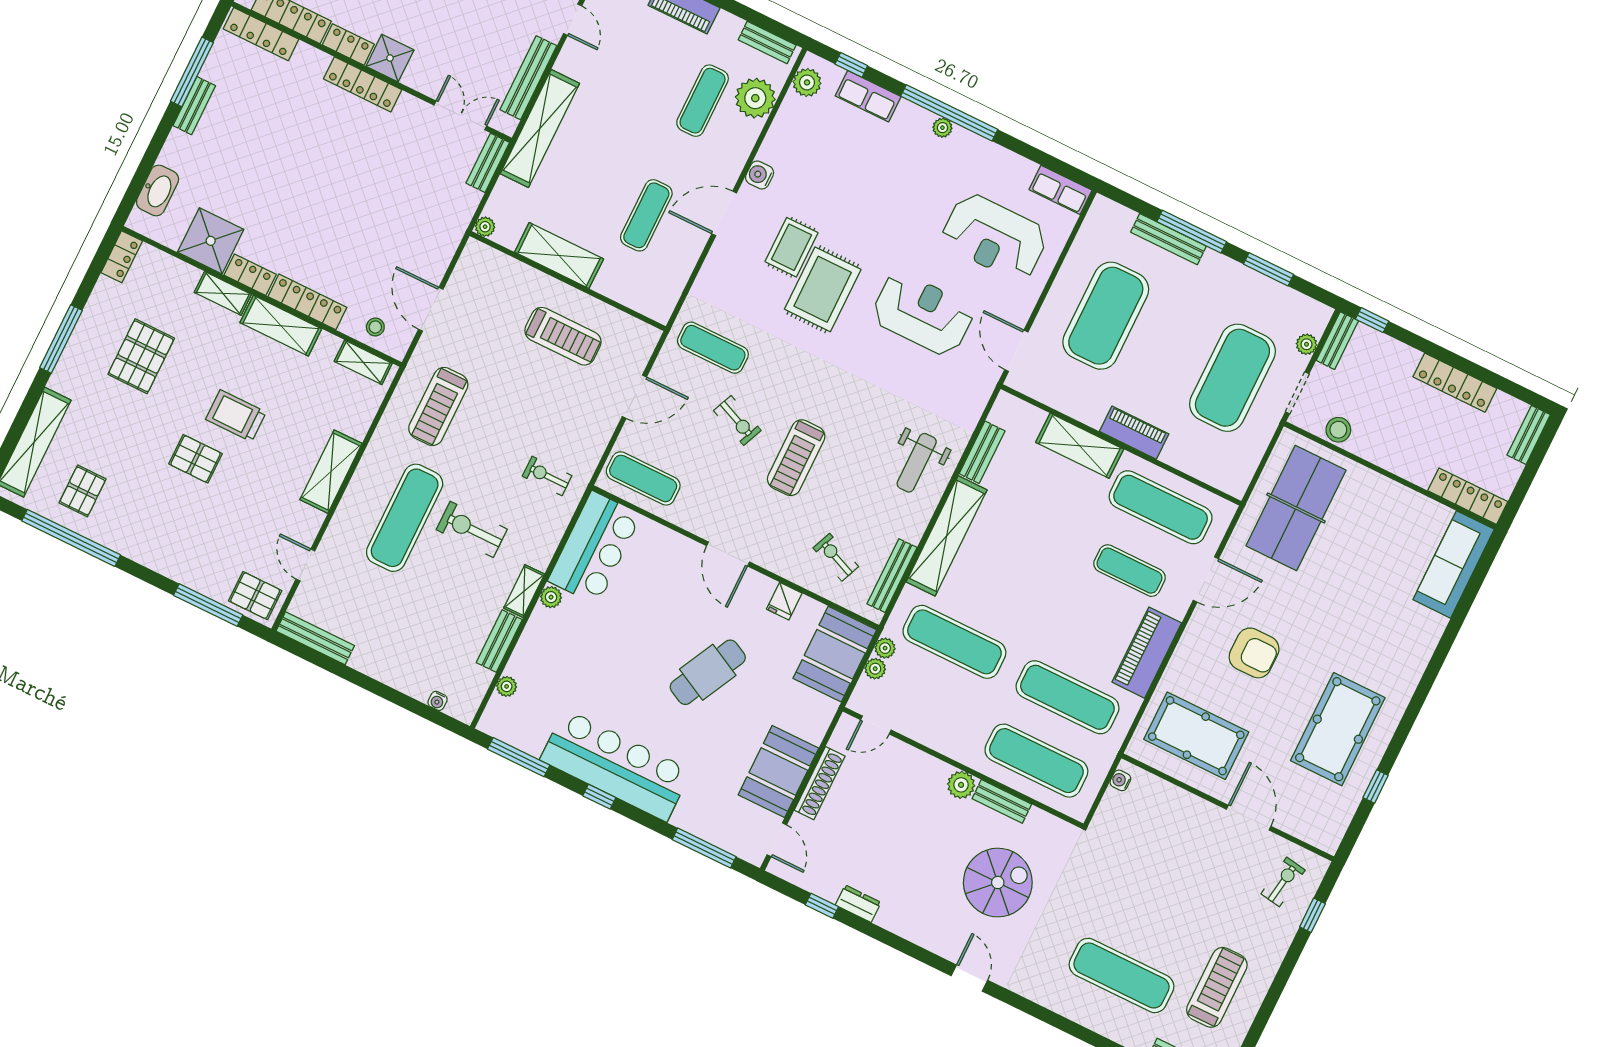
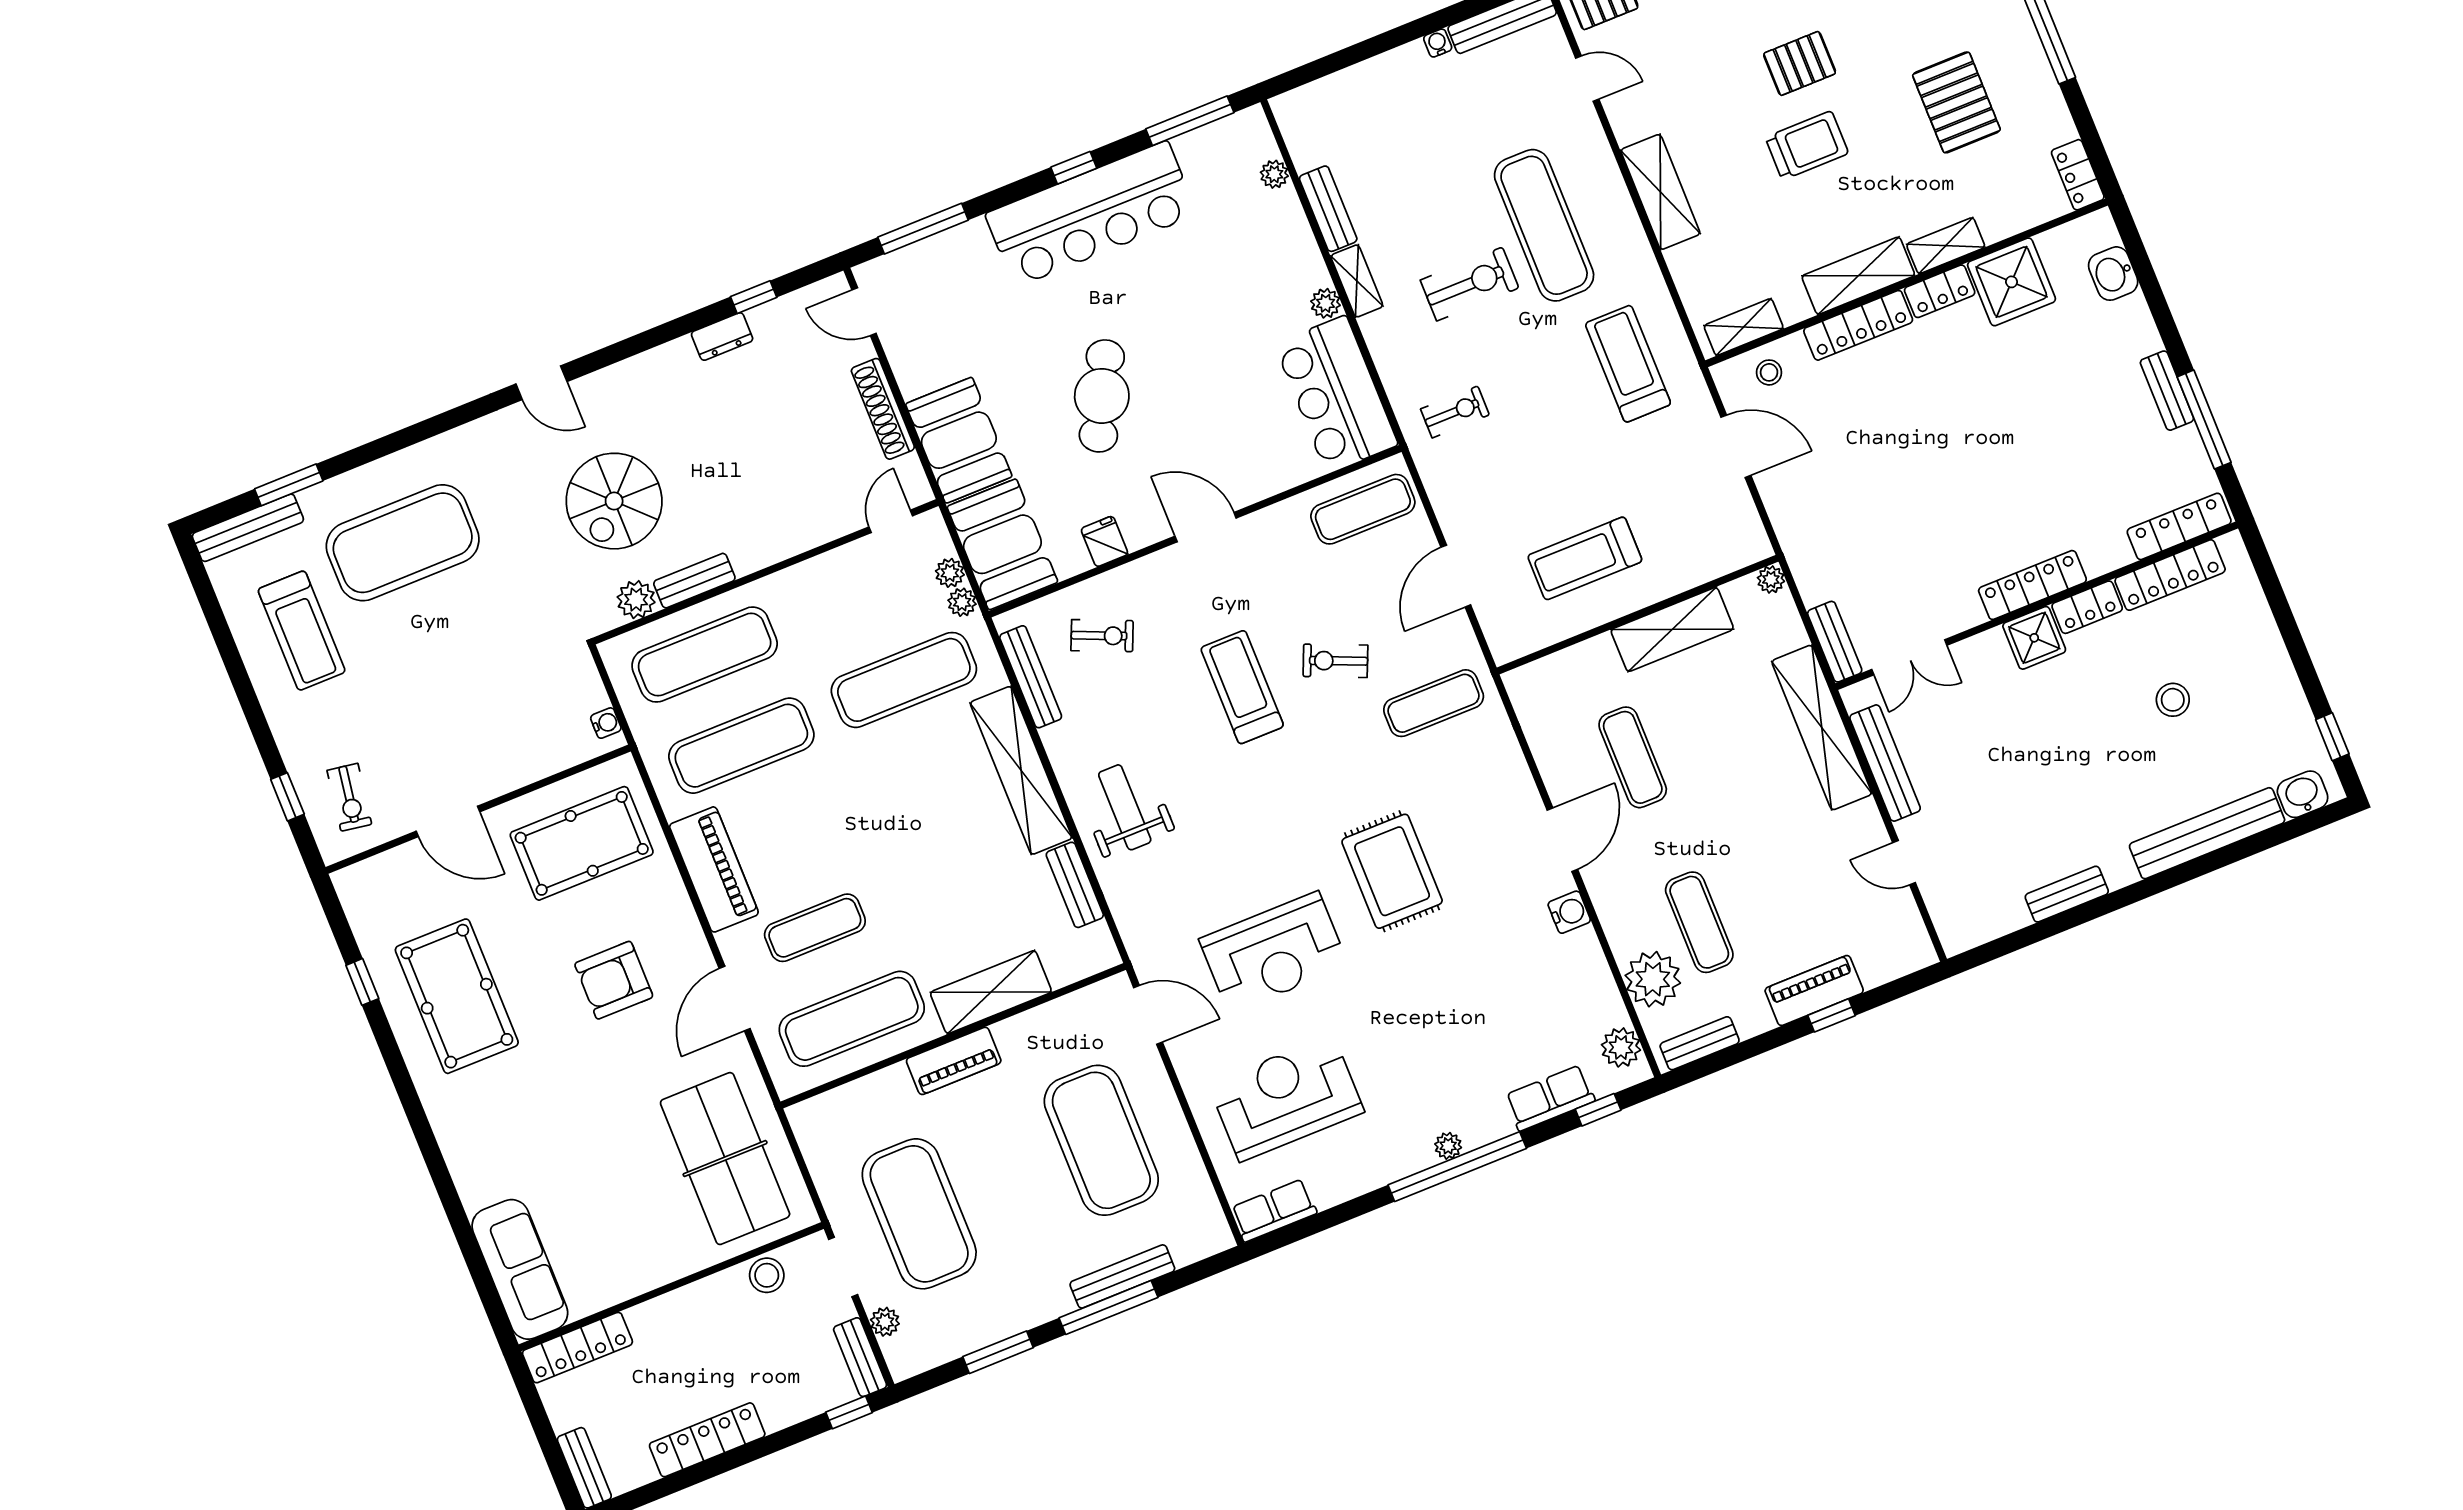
washbasin: (158, 191) -> (2113, 274), width x0.72
rug: (792, 247) -> (1465, 878), removed
water cooler: (438, 701) -> (1438, 43), moved
booth: (778, 771) -> (959, 440), moved
plant: (961, 785) -> (636, 600), moved
exercise mat: (1121, 975) -> (403, 543), width x1.47

